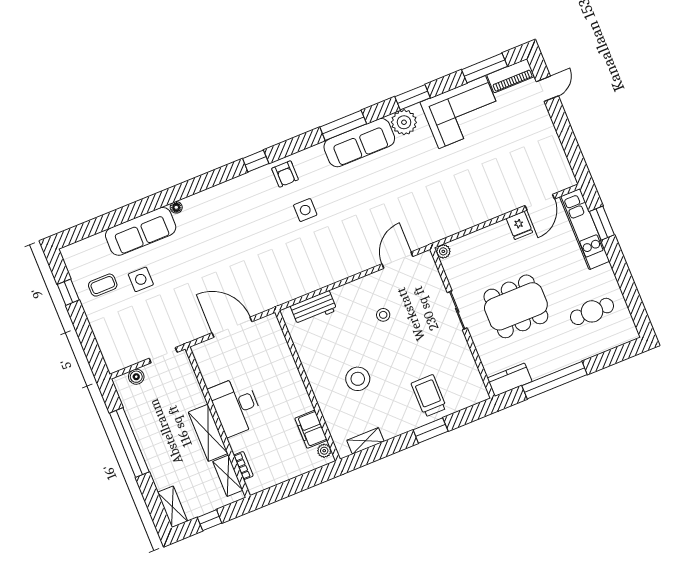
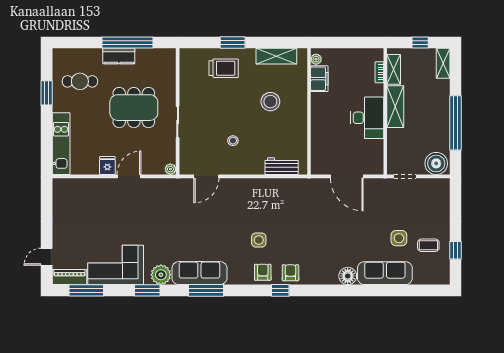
armchair: (252, 187) -> (290, 273), added
door: (540, 202) -> (129, 176), moved
floor lamp: (176, 207) -> (348, 276), width x1.89, depth x1.89
window: (602, 223) -> (47, 93), moved
boiler: (136, 377) -> (436, 163), width x1.86, depth x1.86
kitchen counter: (510, 380) -> (119, 56), moved
trolley: (429, 396) -> (224, 68), turned -90
shelving: (365, 441) -> (276, 56), width x1.50, depth x1.33

